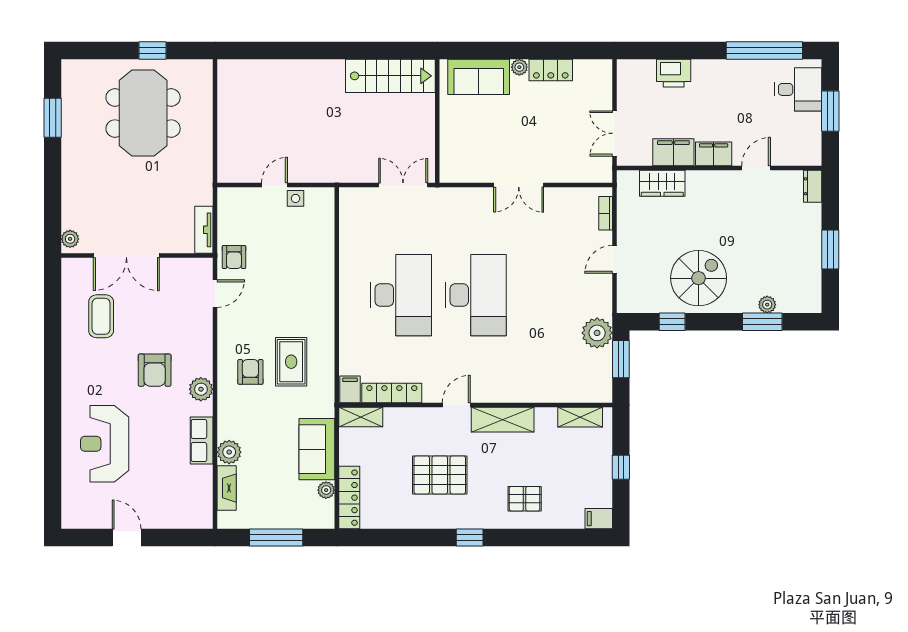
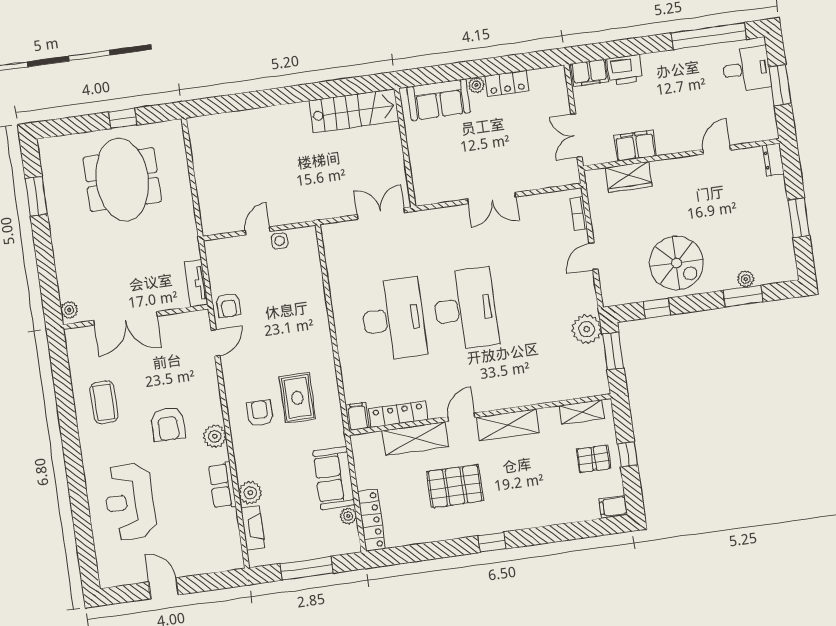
filing cabinet: (714, 154) -> (589, 73), moved, turned 180
spiral stairs: (699, 278) -> (676, 263), turned 90
coffee table: (101, 316) -> (104, 402), moved
shelving: (361, 417) -> (415, 439), moved, width x1.50, depth x1.33
pallet: (525, 499) -> (594, 459), moved

